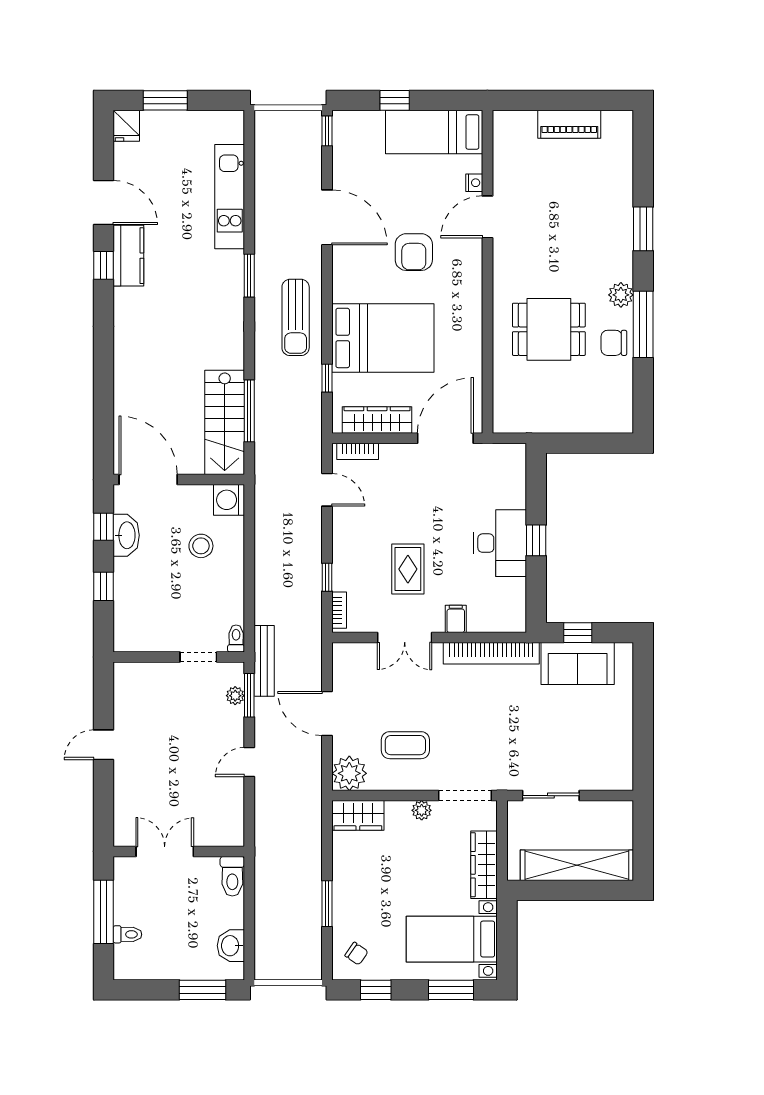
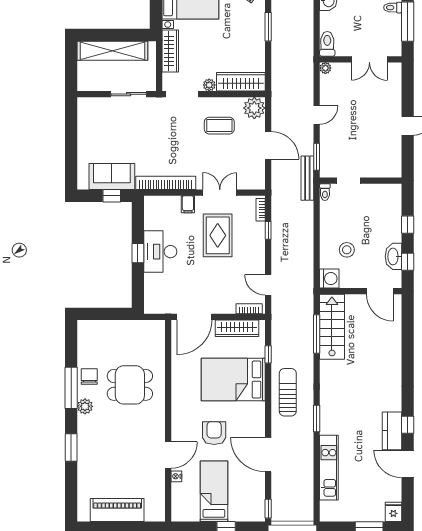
piano: (569, 124) -> (117, 510), width x1.37, depth x1.33
bed: (434, 132) -> (214, 491), moved, turned -90
chair: (614, 343) -> (89, 376), turned -90
door: (148, 480) -> (380, 291), width x0.73
rug: (408, 569) -> (218, 235), width x1.36, depth x1.43
plant: (235, 696) -> (325, 68), moved
wardrobe: (358, 815) -> (241, 82), width x1.50

